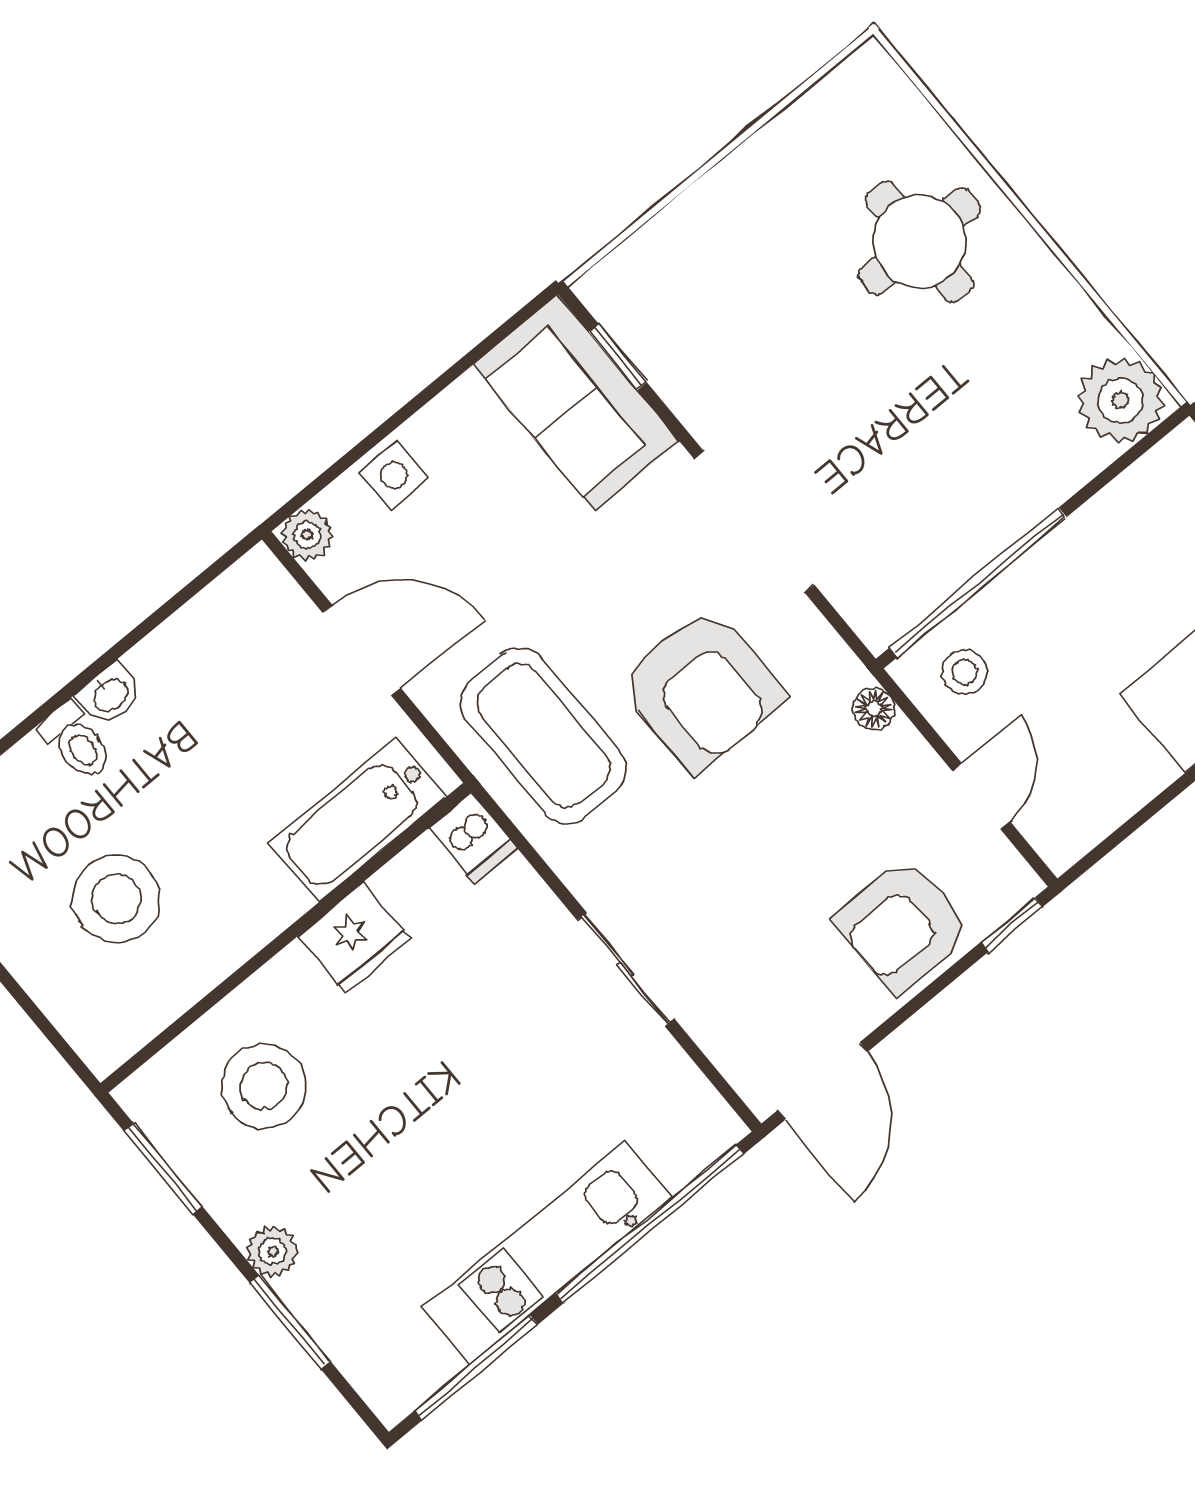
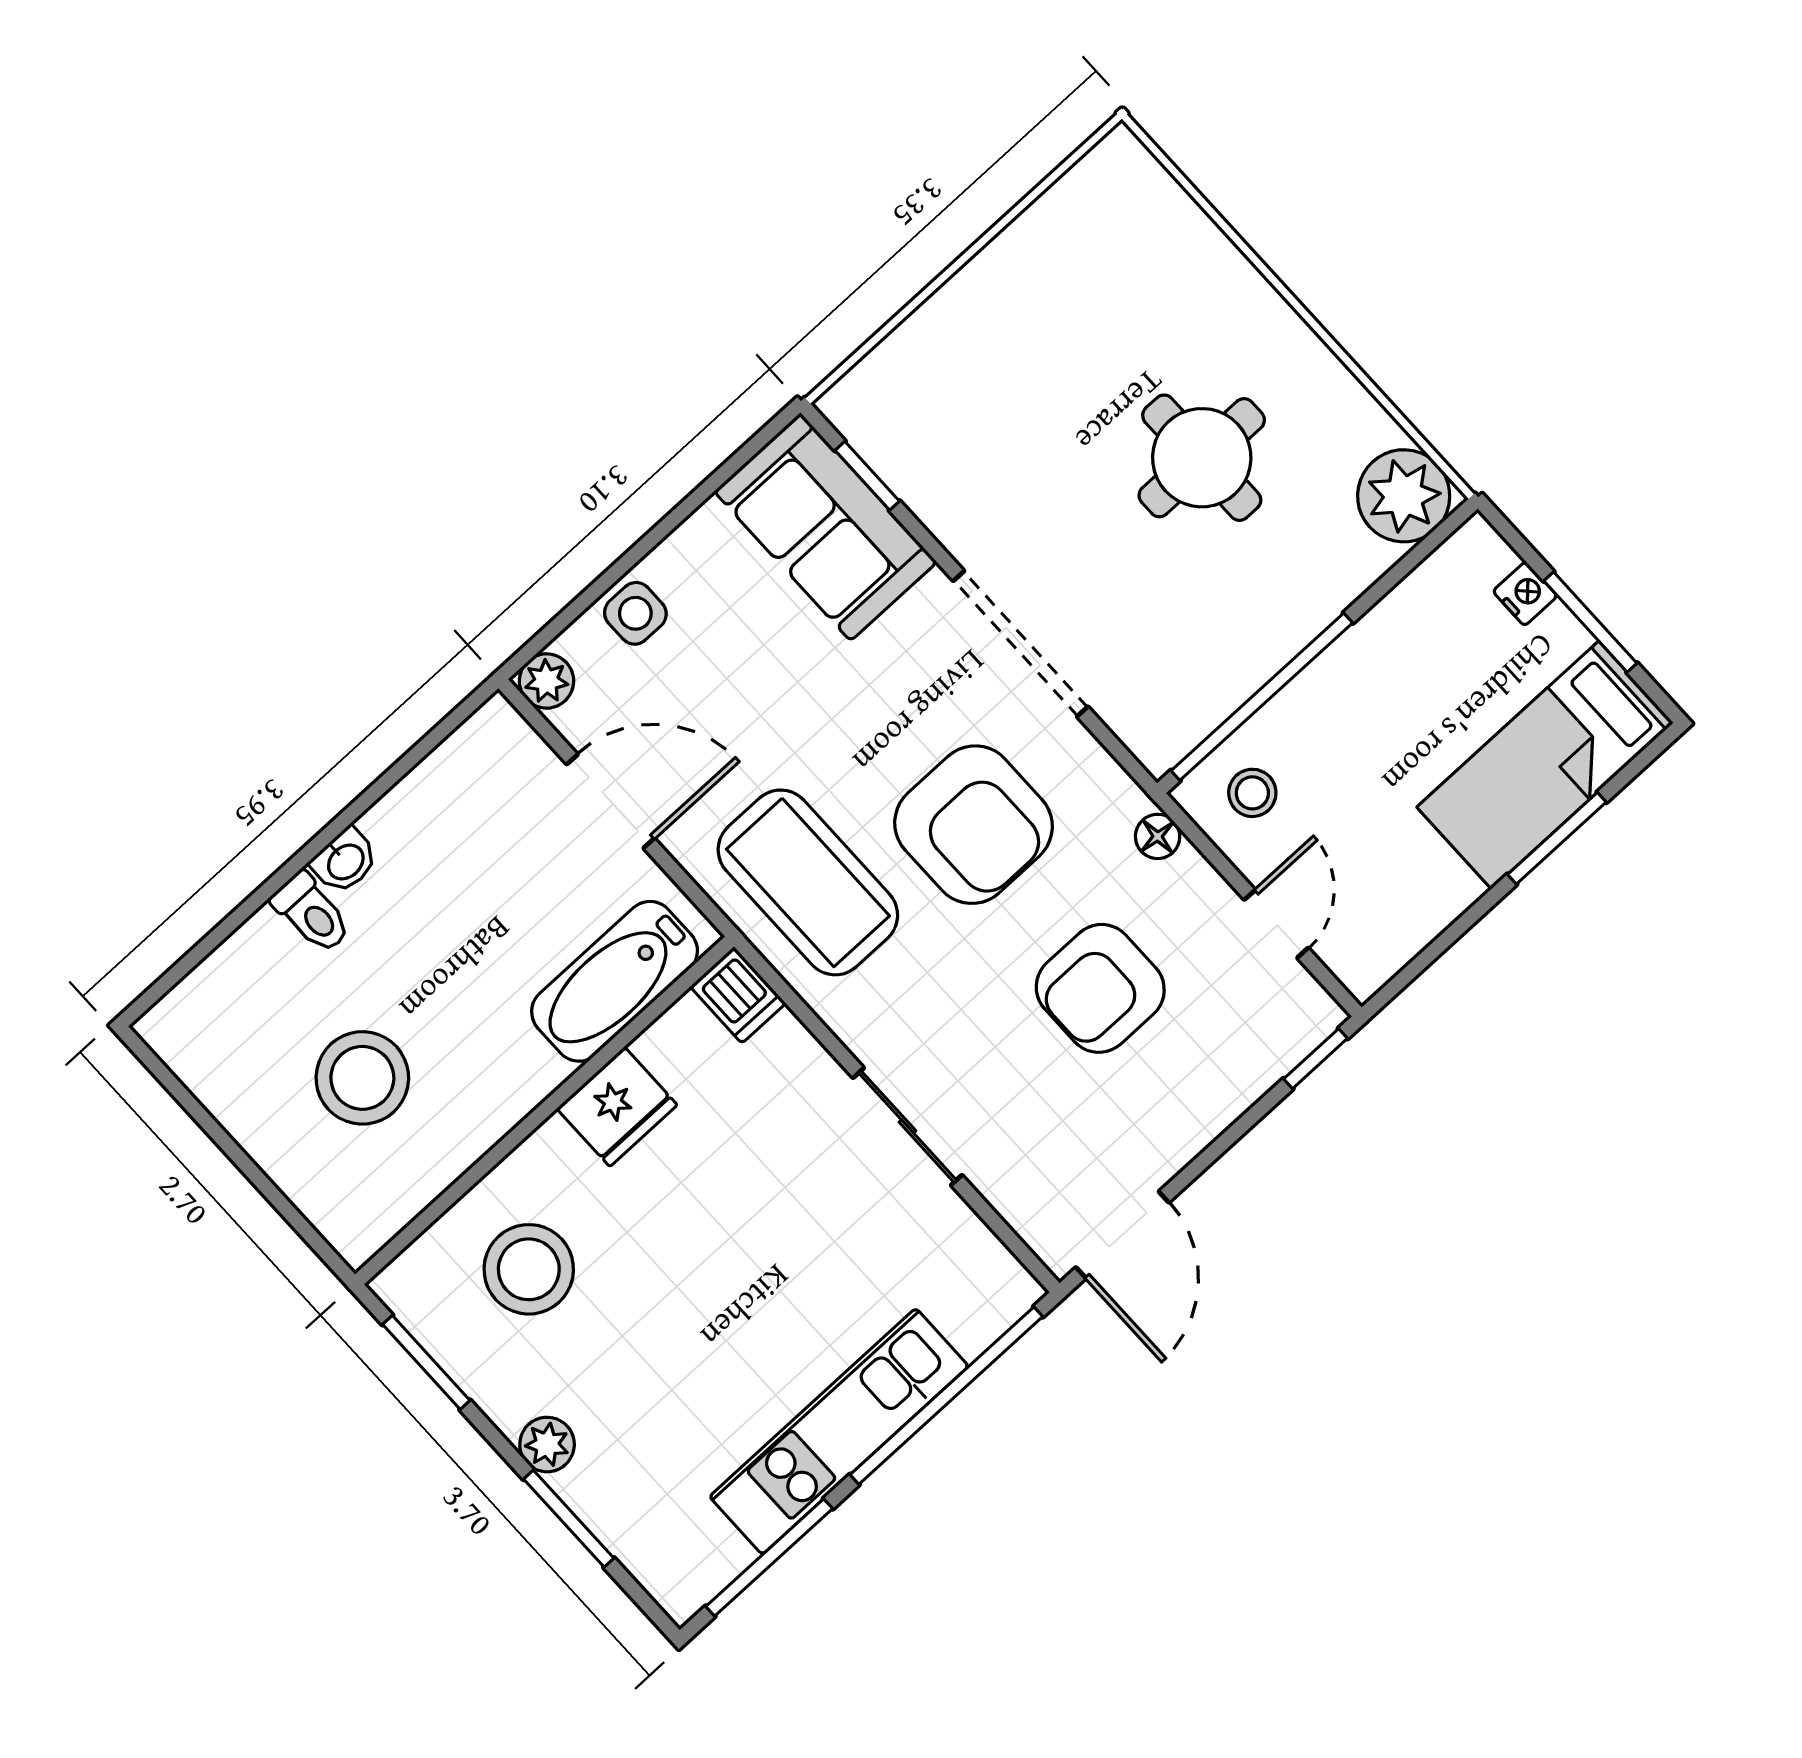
round table: (919, 241) -> (1202, 458), moved
armchair: (903, 926) -> (1100, 988), moved

